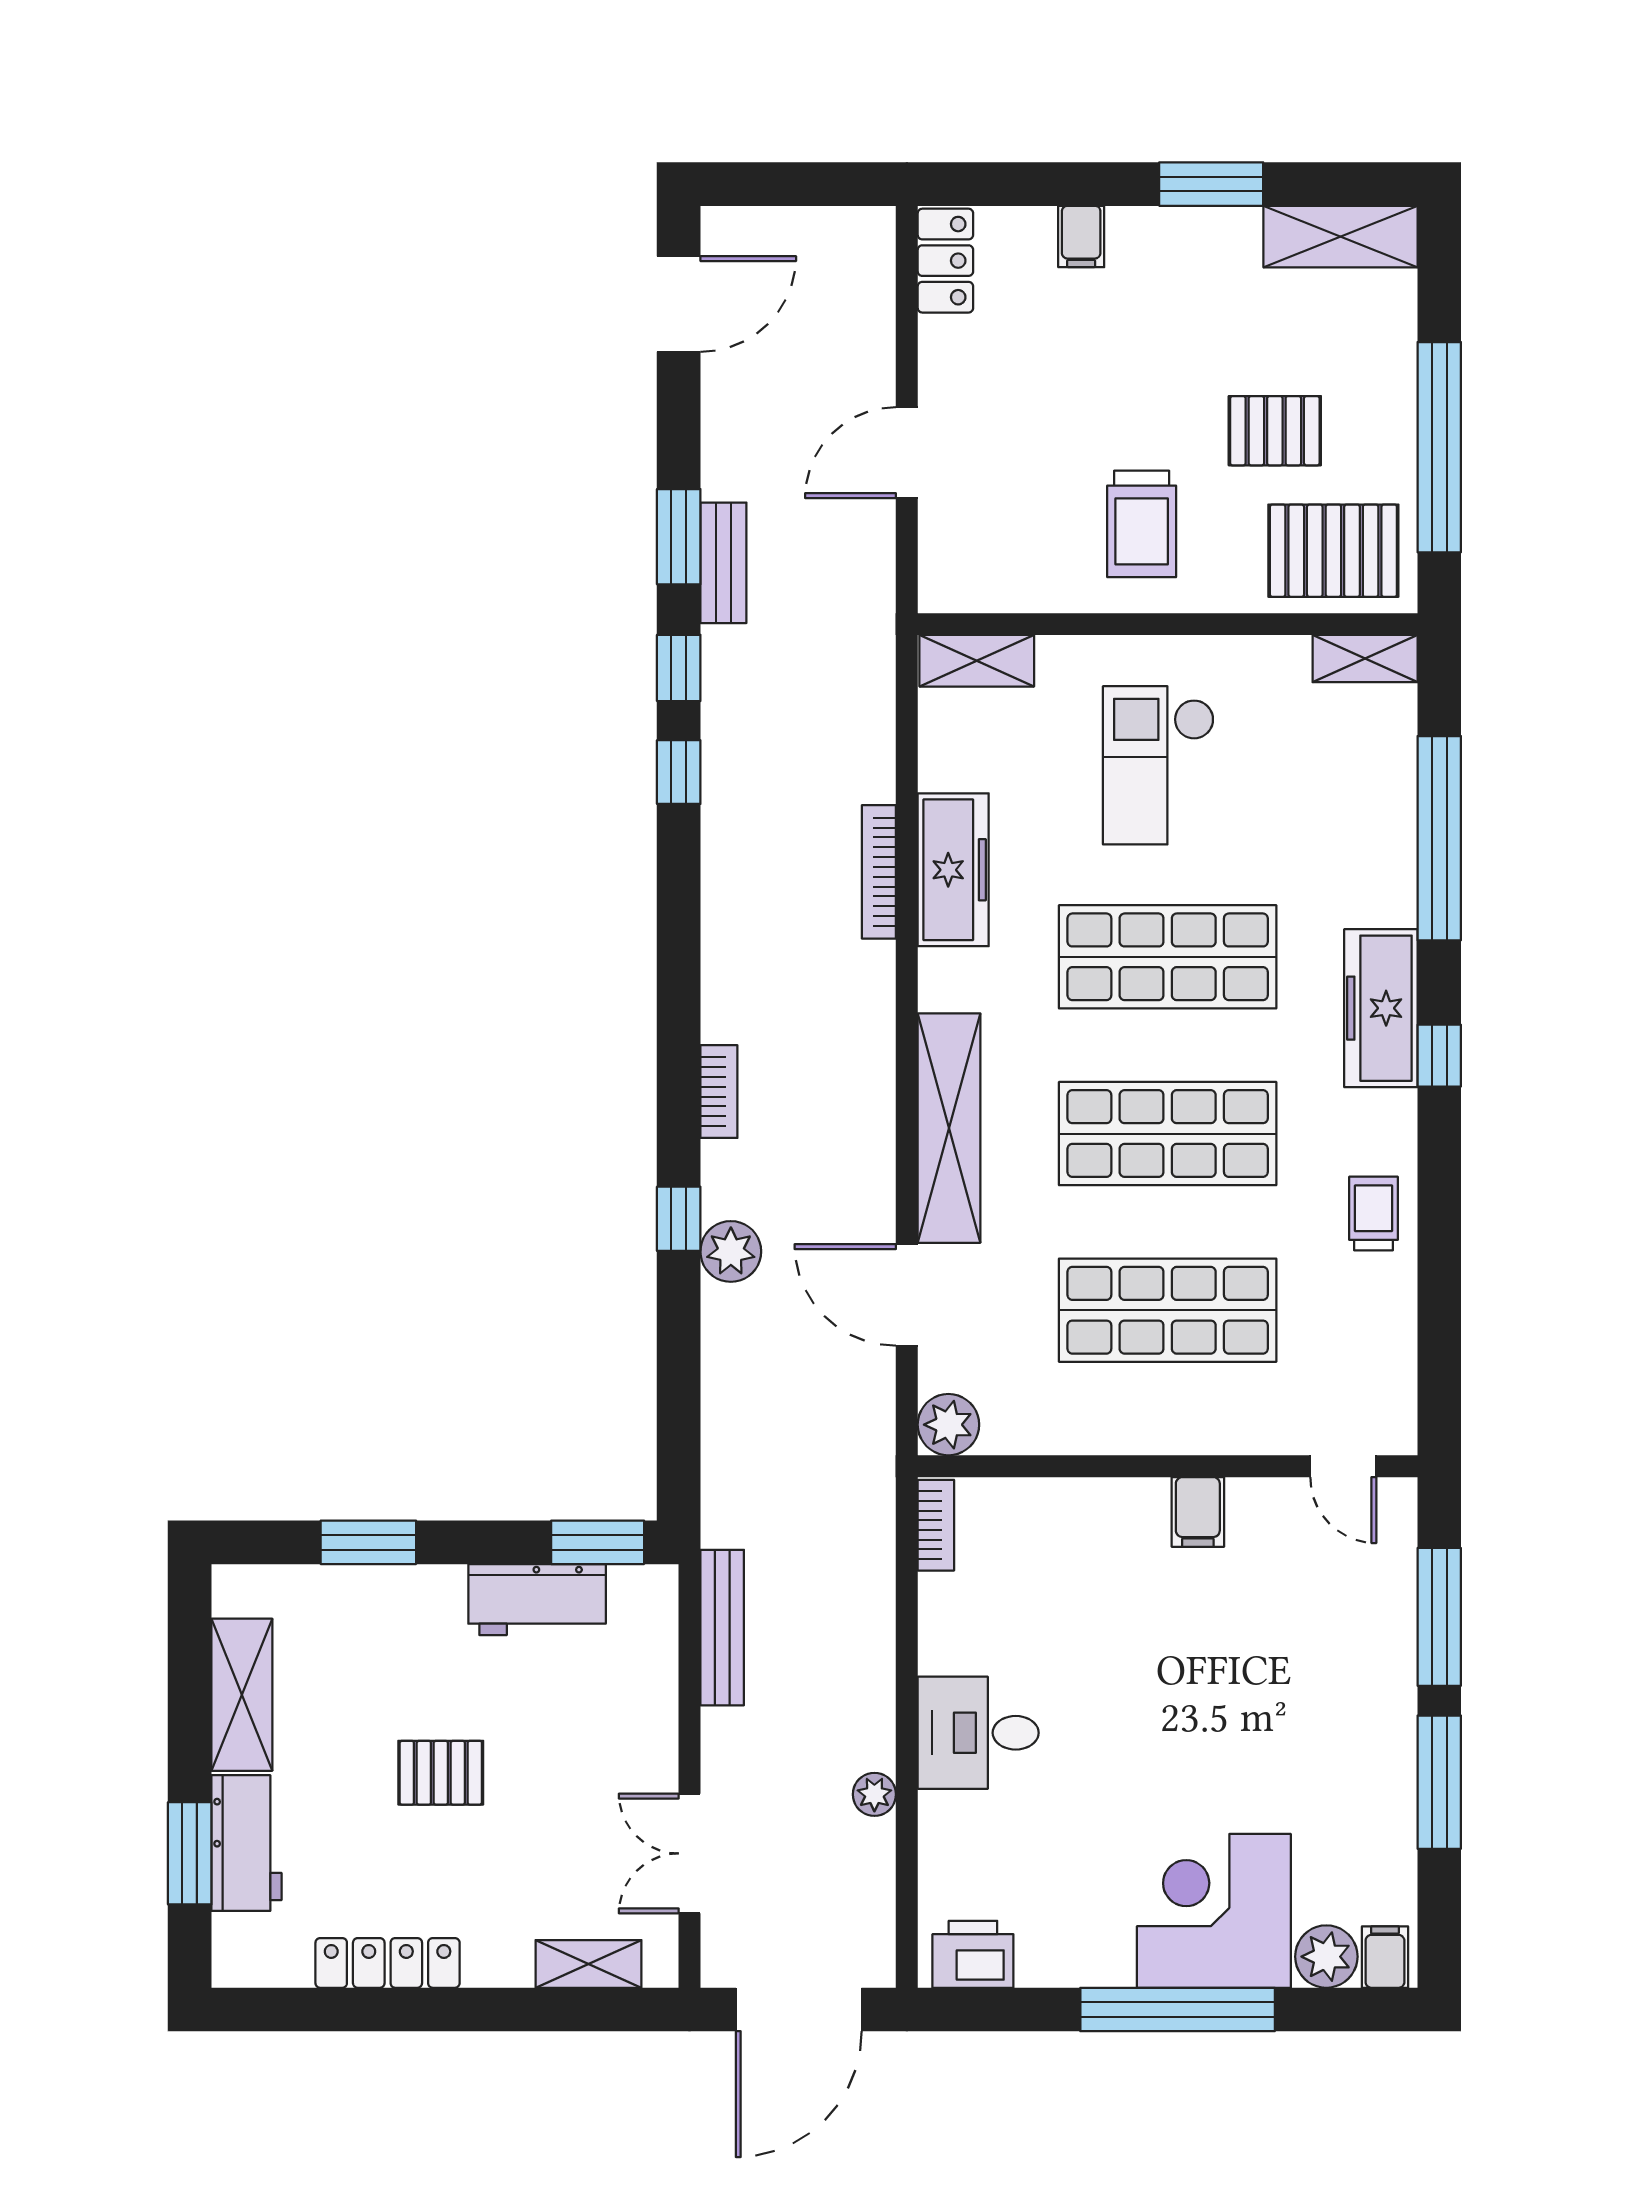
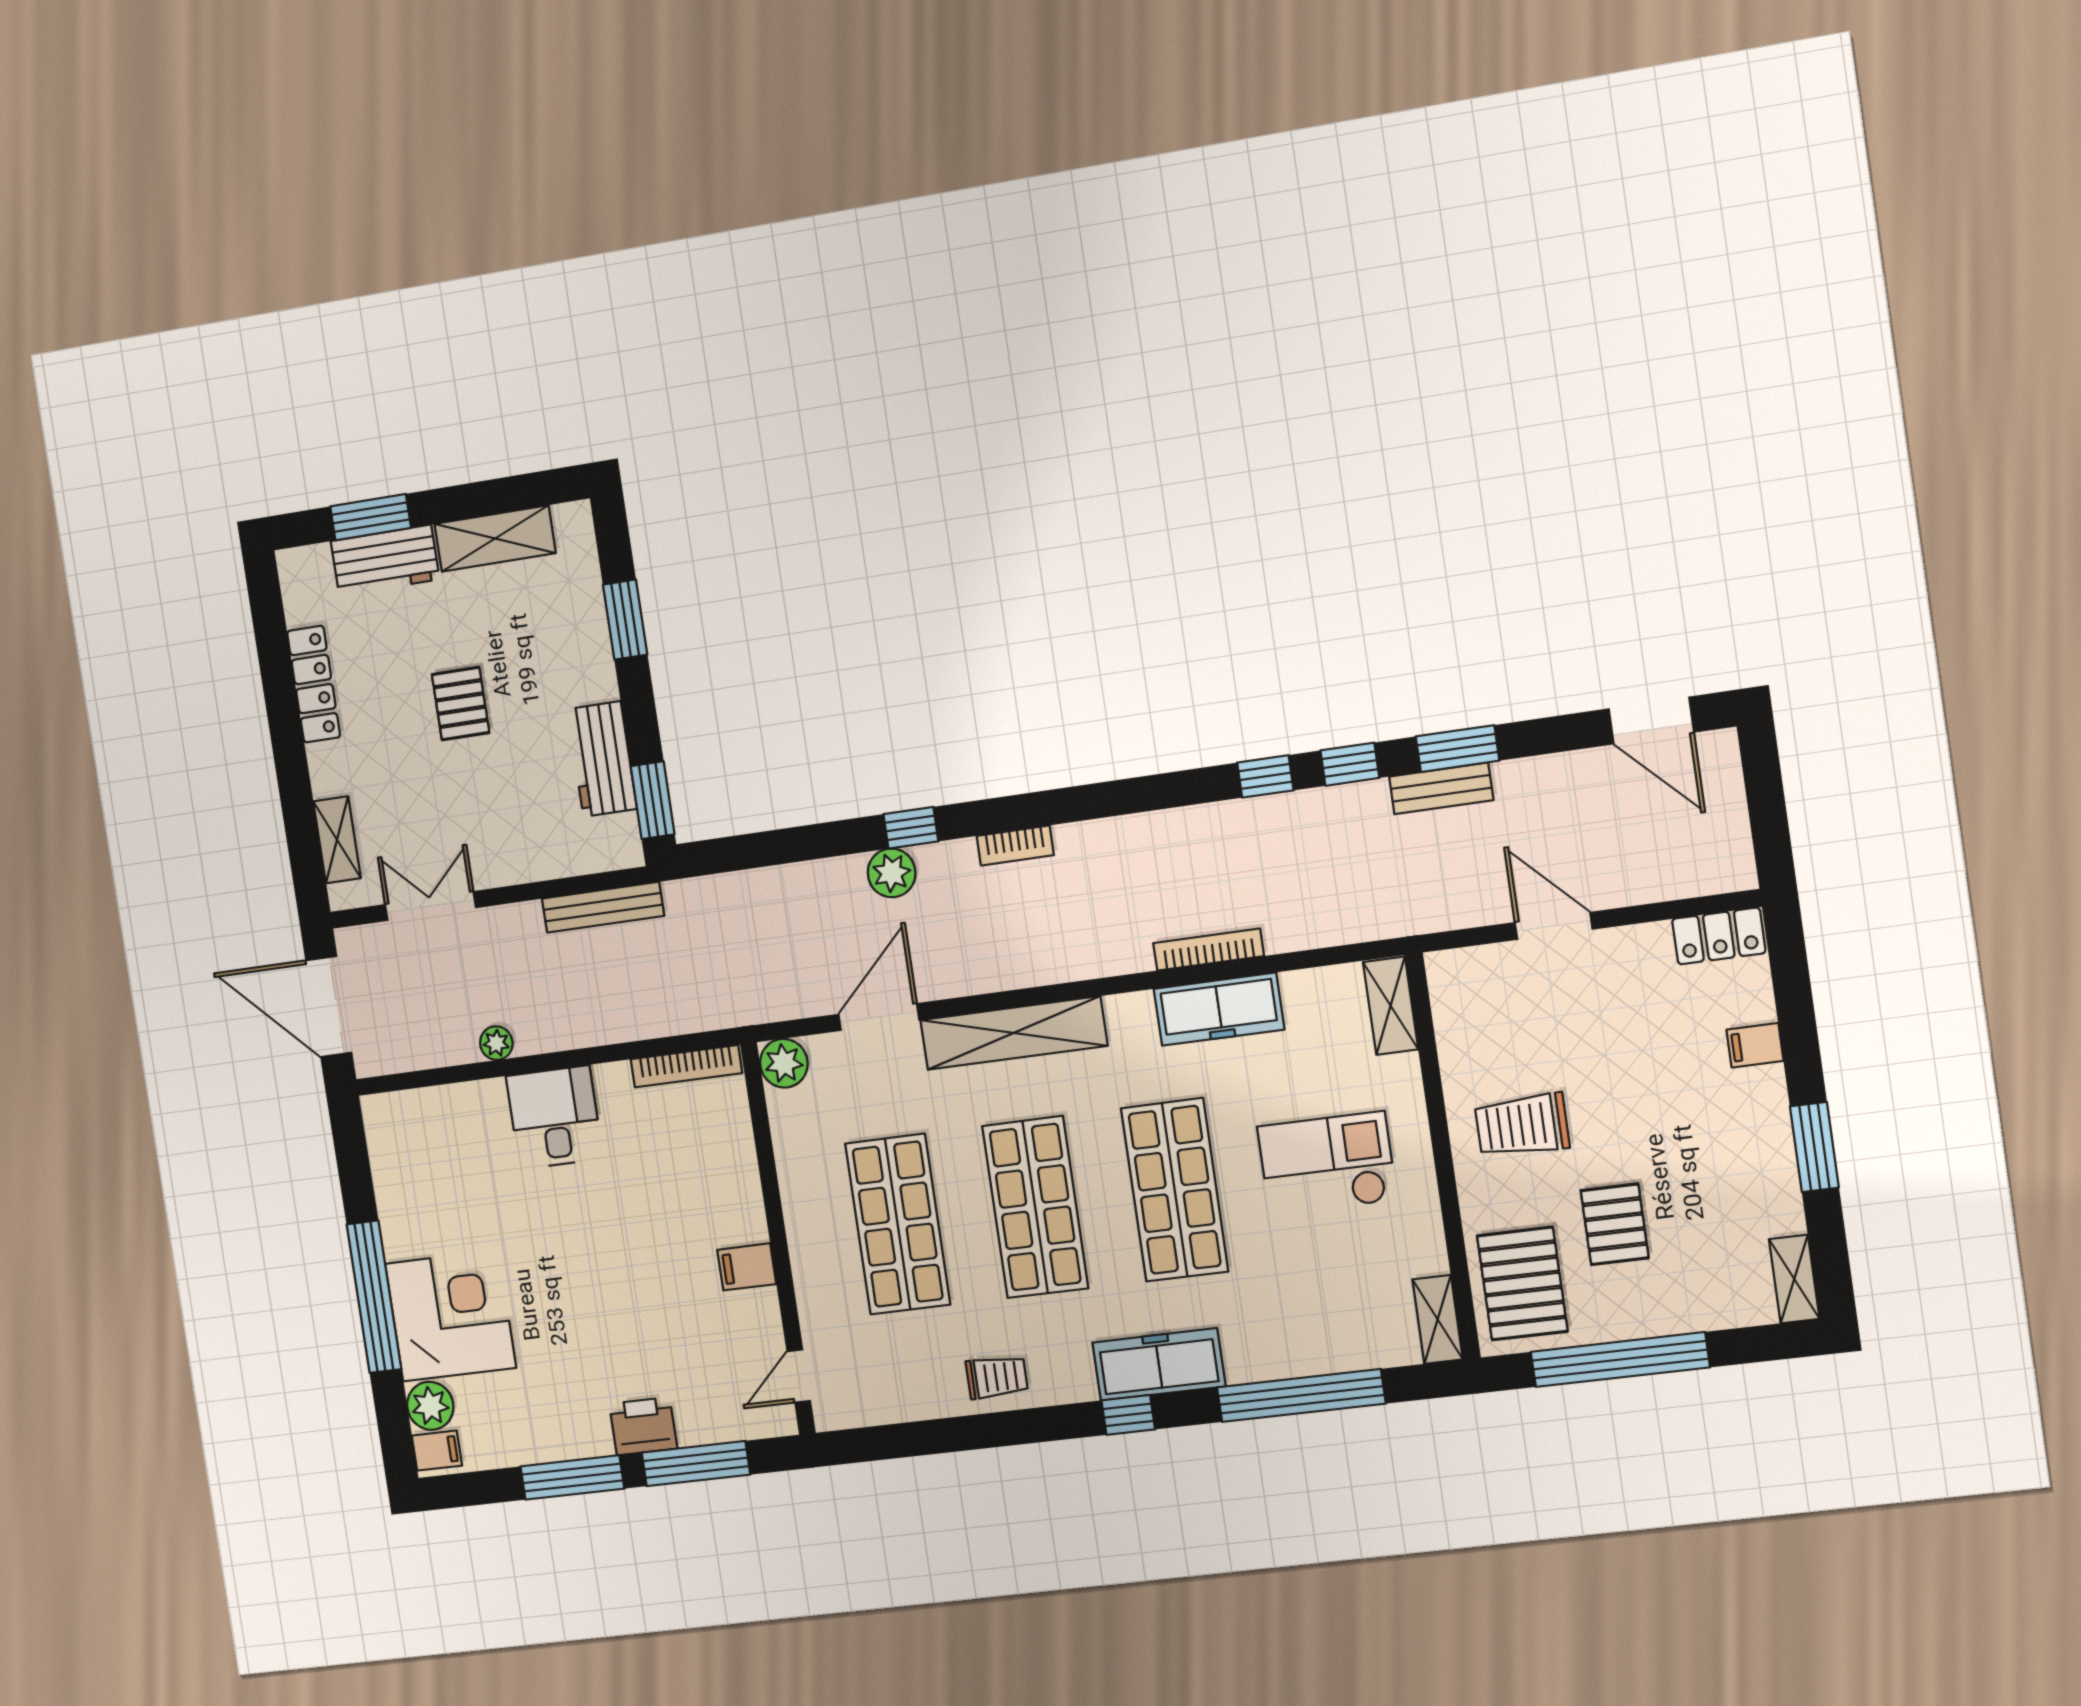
shelving: (1341, 237) -> (1794, 1279), width x0.67, depth x0.75
bookcase: (936, 1525) -> (686, 1066), width x1.56
printer: (973, 1954) -> (643, 1426), moved, turned -90

